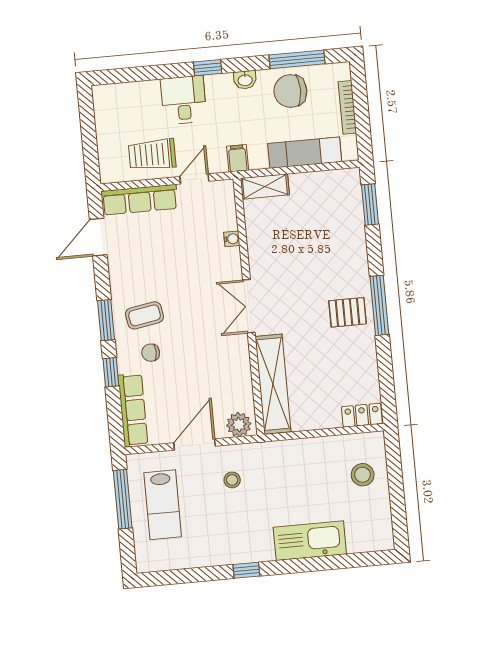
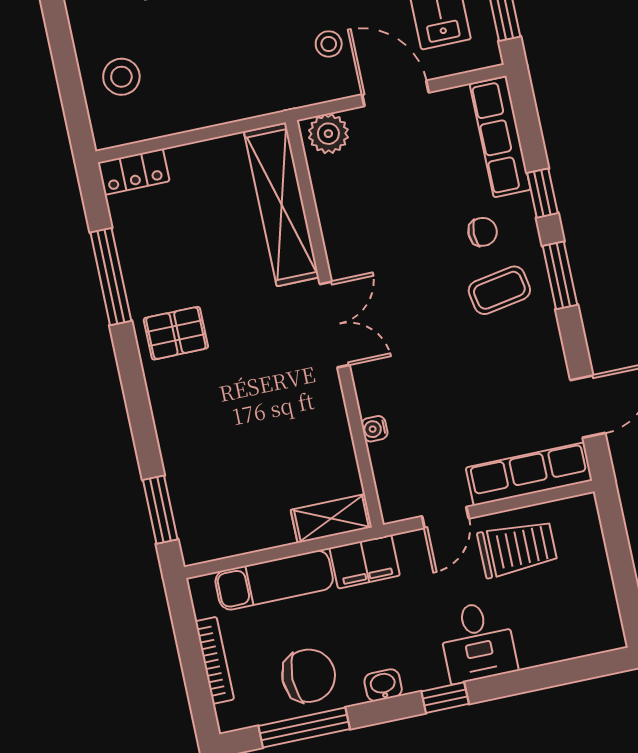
filing cabinet: (238, 158) -> (365, 562), width x2.00
window: (379, 305) -> (111, 277), moved
door: (195, 445) -> (395, 93), swing flipped

